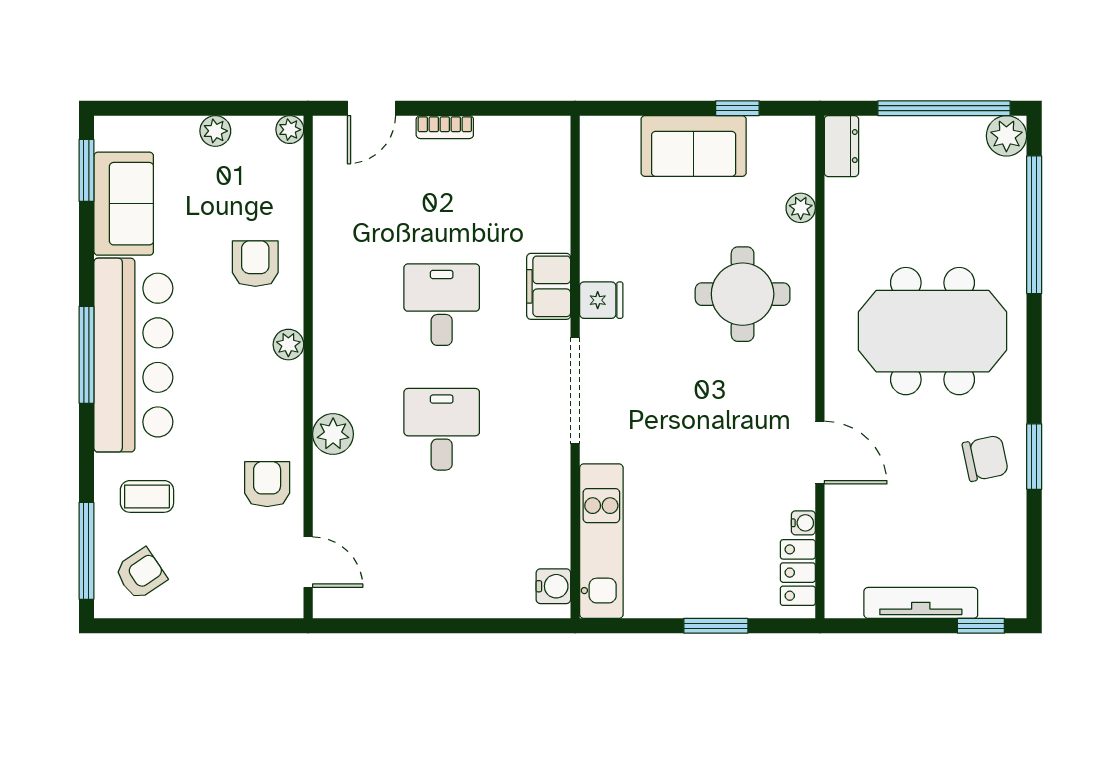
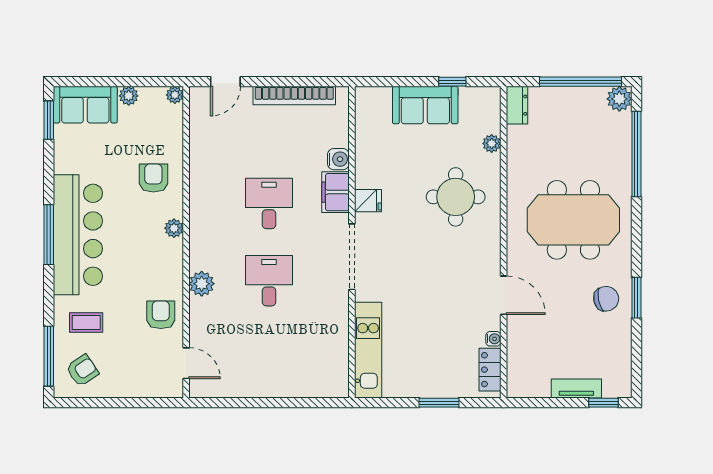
bookcase: (445, 127) -> (294, 96), width x2.31, depth x1.31
sofa: (124, 204) -> (85, 105), moved, turned 90
water cooler: (553, 586) -> (338, 159), moved
tv unit: (921, 603) -> (576, 388), width x0.71

